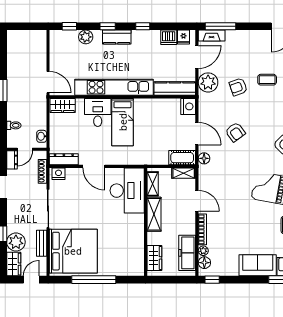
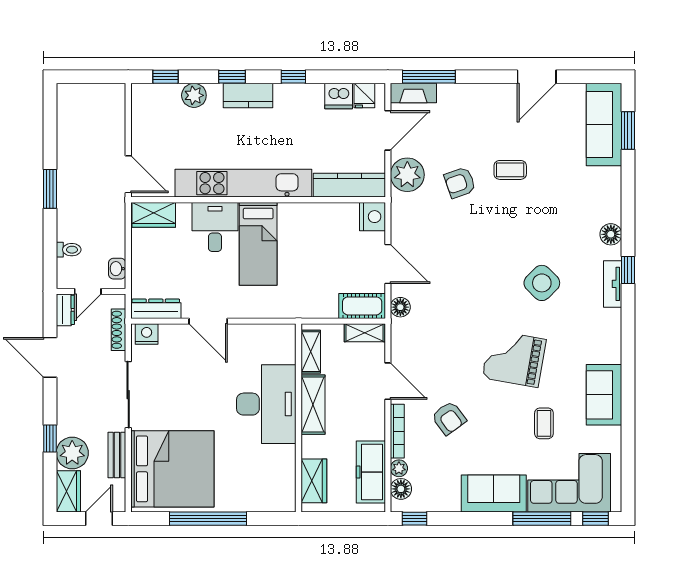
armchair: (235, 132) -> (449, 418), moved
desk: (127, 191) -> (266, 404), moved

